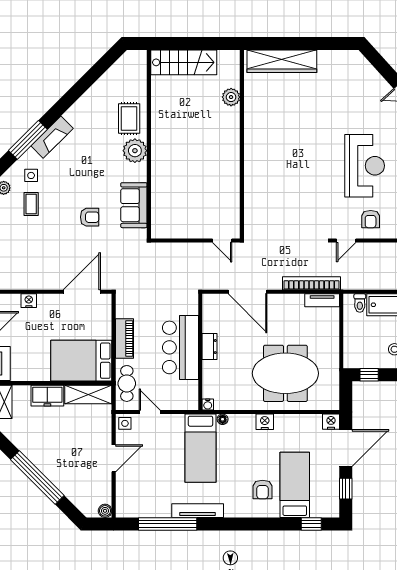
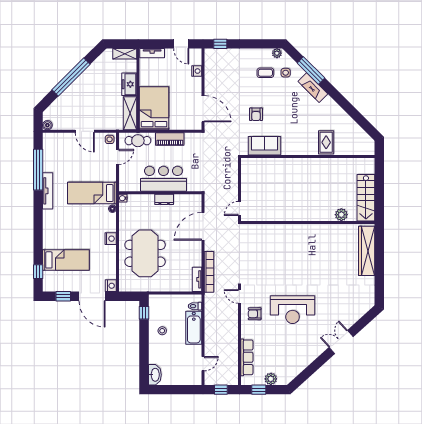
stairs: (184, 62) -> (366, 198), moved
rug: (129, 119) -> (326, 142), turned 90
plant: (135, 151) -> (303, 146), removed
armchair: (263, 489) -> (63, 237), removed

